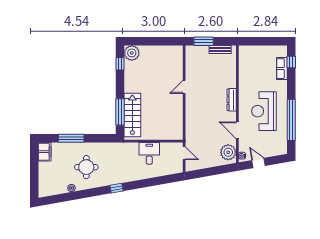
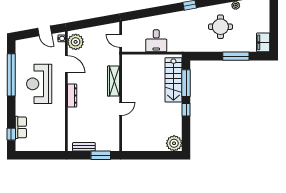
window: (120, 64) -> (186, 110), moved
reception desk: (264, 111) -> (39, 84), turned 180
wardrobe: (191, 114) -> (113, 81), added

